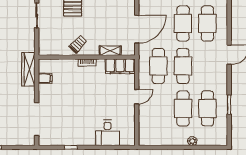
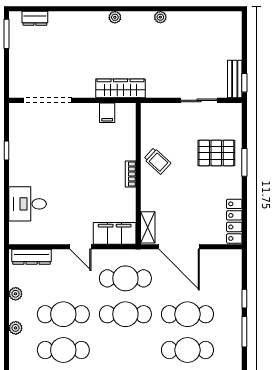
shelving: (110, 51) -> (148, 227), moved
filing cabinet: (120, 66) -> (115, 233), moved, turned 90
dresser: (144, 130) -> (32, 257), added
plant: (169, 141) -> (16, 294), added

